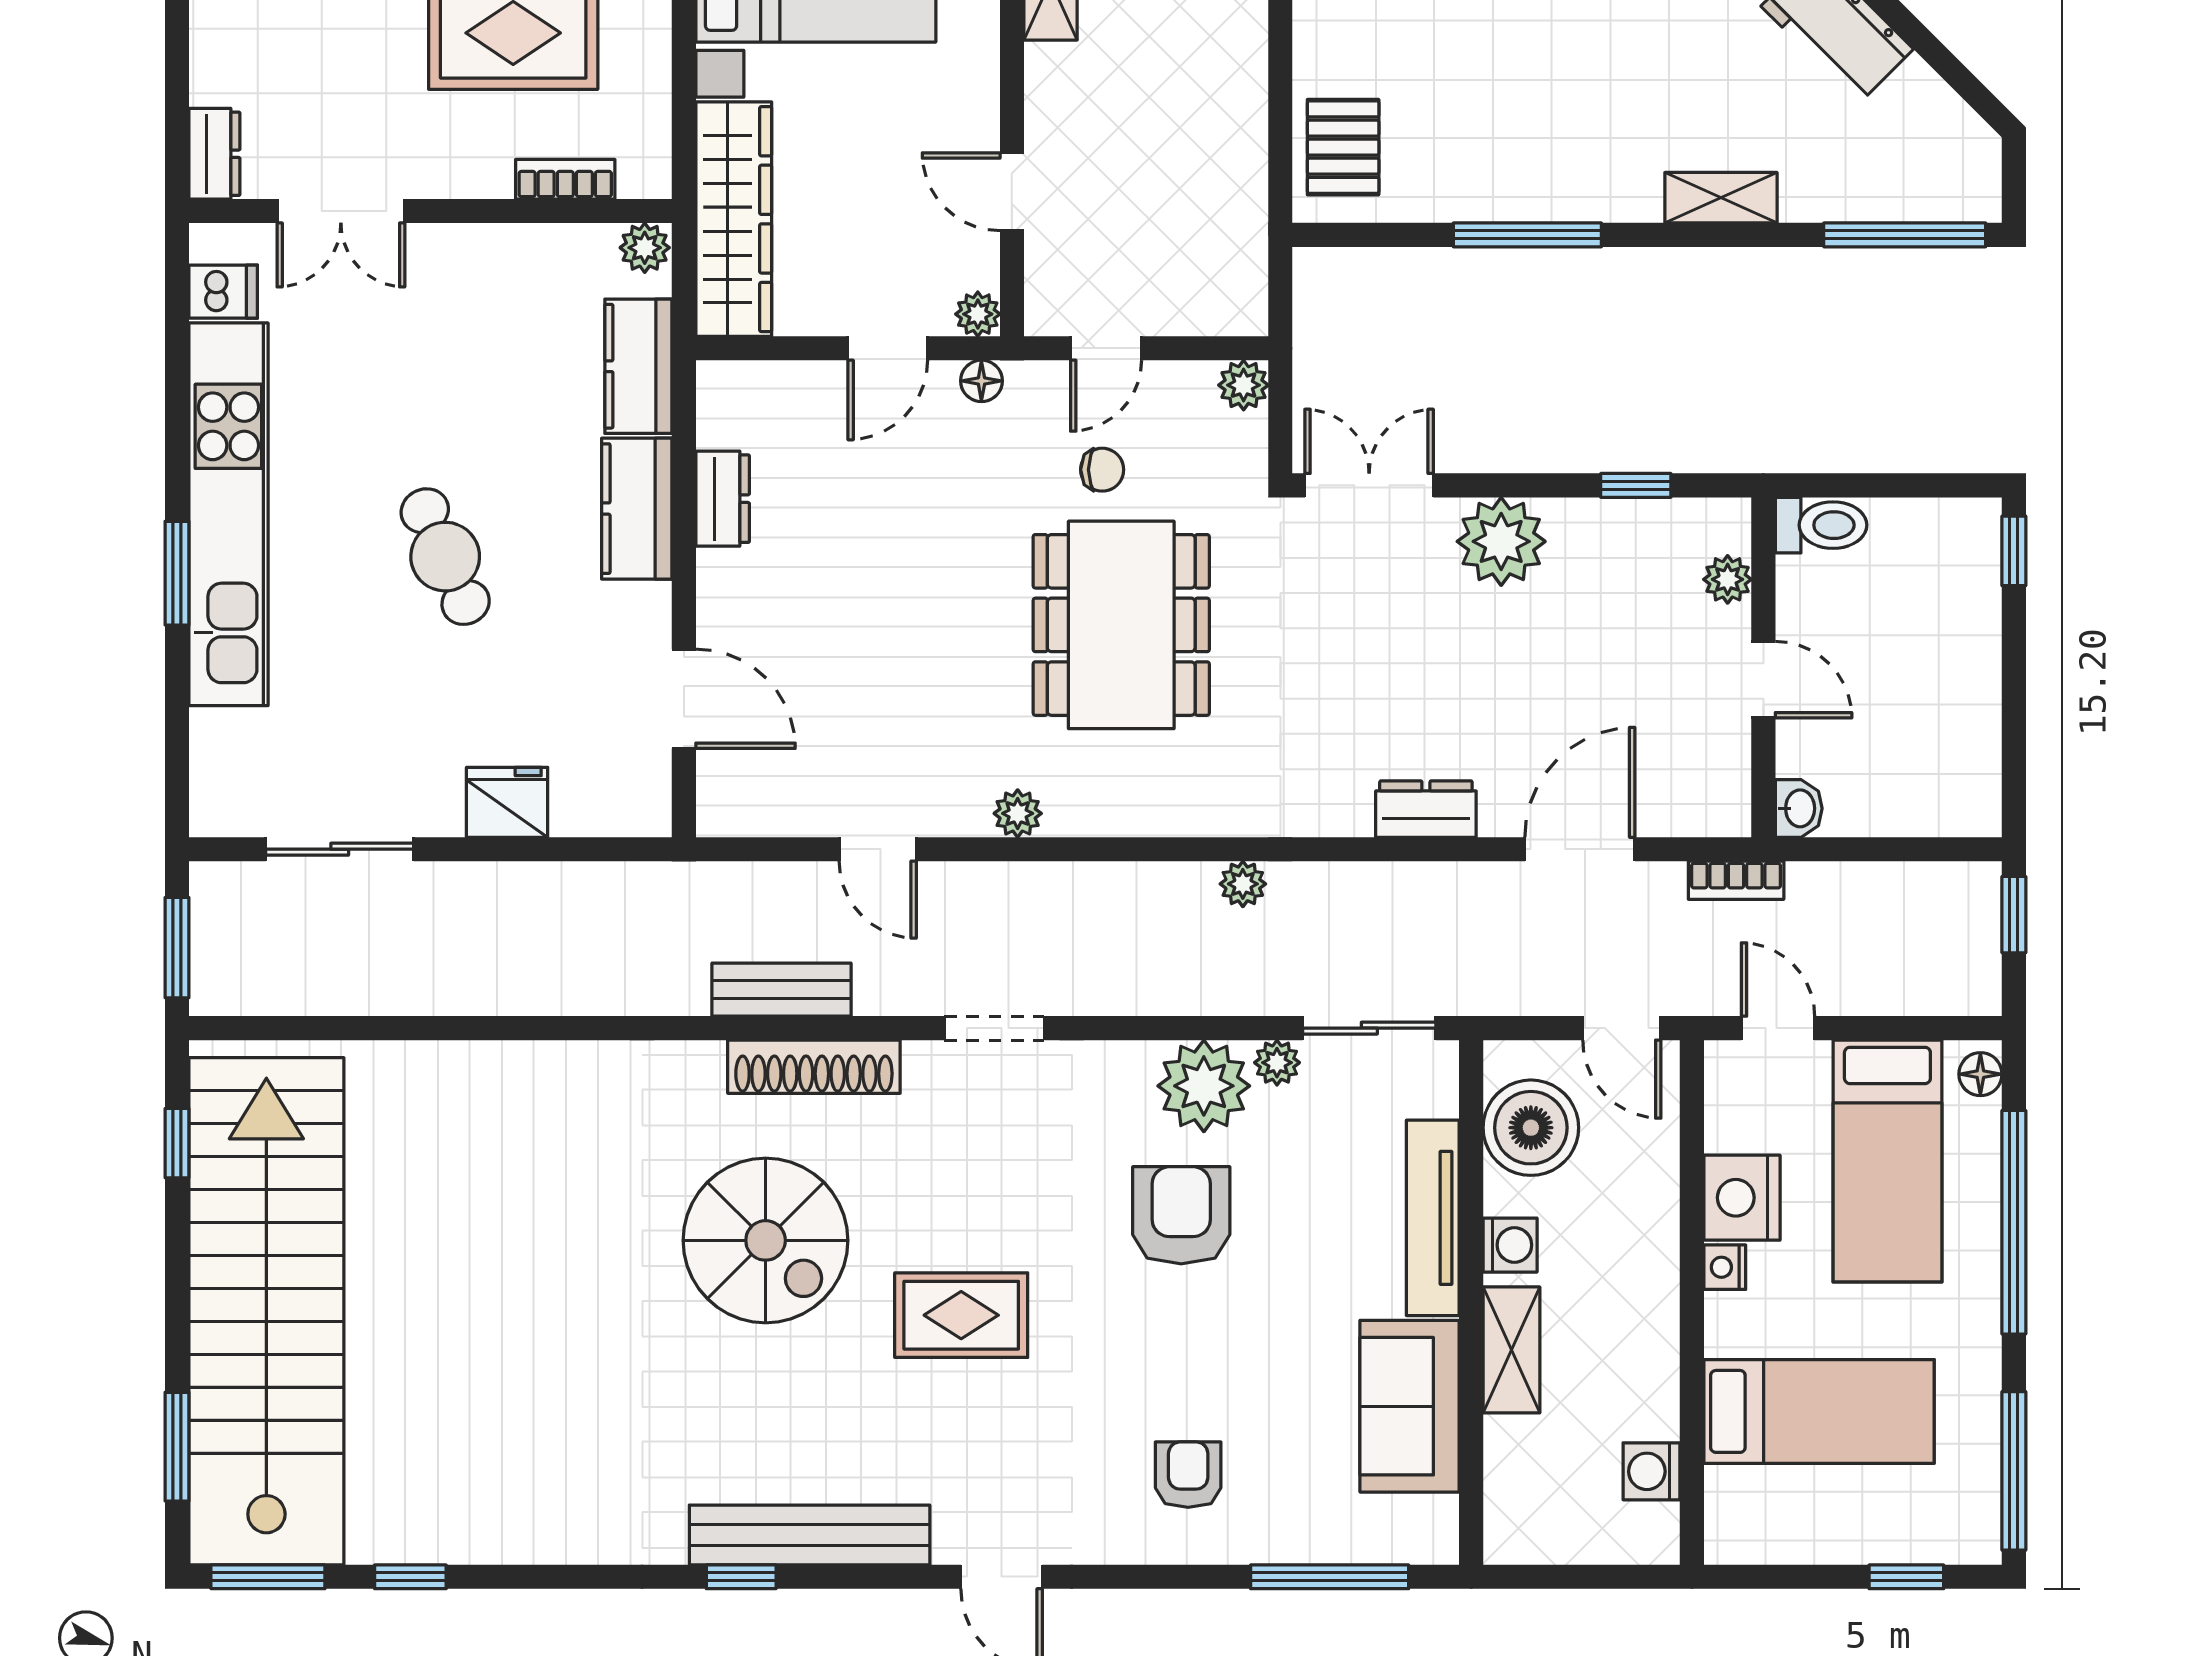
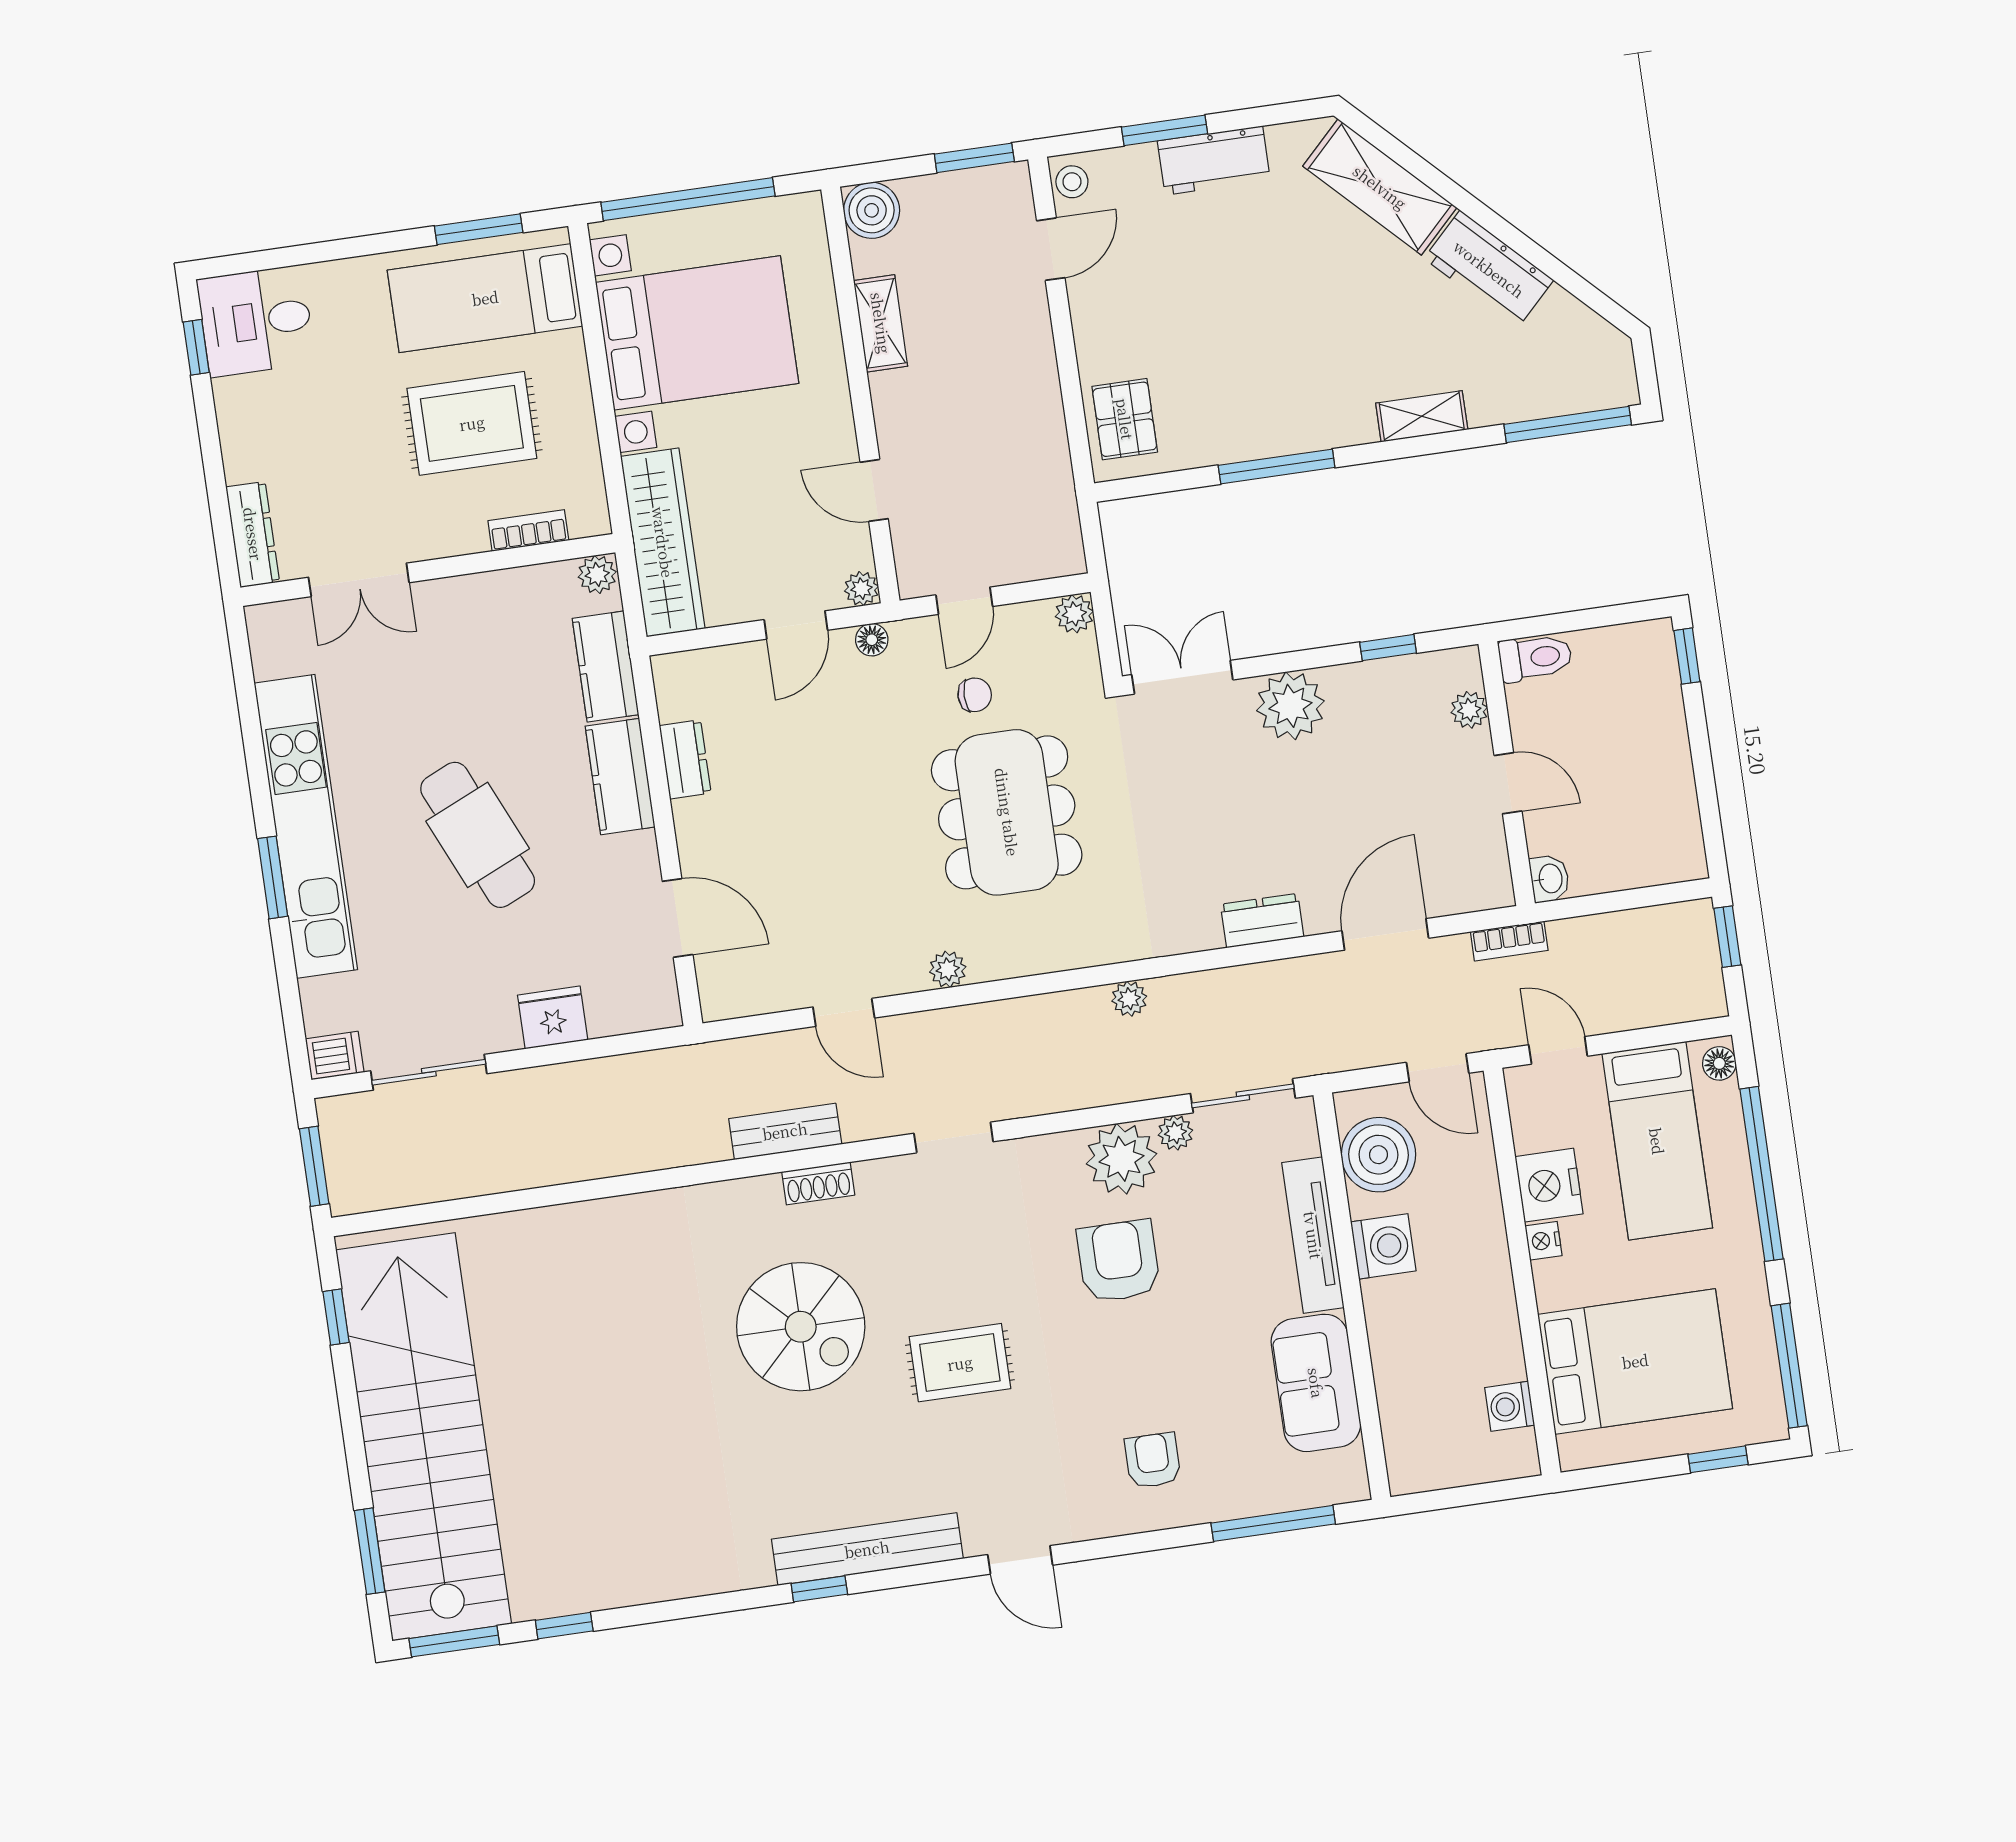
dresser: (214, 154) -> (253, 534), width x1.44
dishwasher: (223, 292) -> (335, 1055), moved
cafe table: (445, 557) -> (478, 835), width x1.37, depth x1.35
shoe rack: (814, 1067) -> (818, 1183), width x0.51, depth x0.81
washing machine: (1510, 1245) -> (1383, 1246), width x1.38, depth x1.38
shelving: (1511, 1350) -> (1388, 1328), removed
bed: (1819, 1411) -> (1635, 1361), width x1.50

